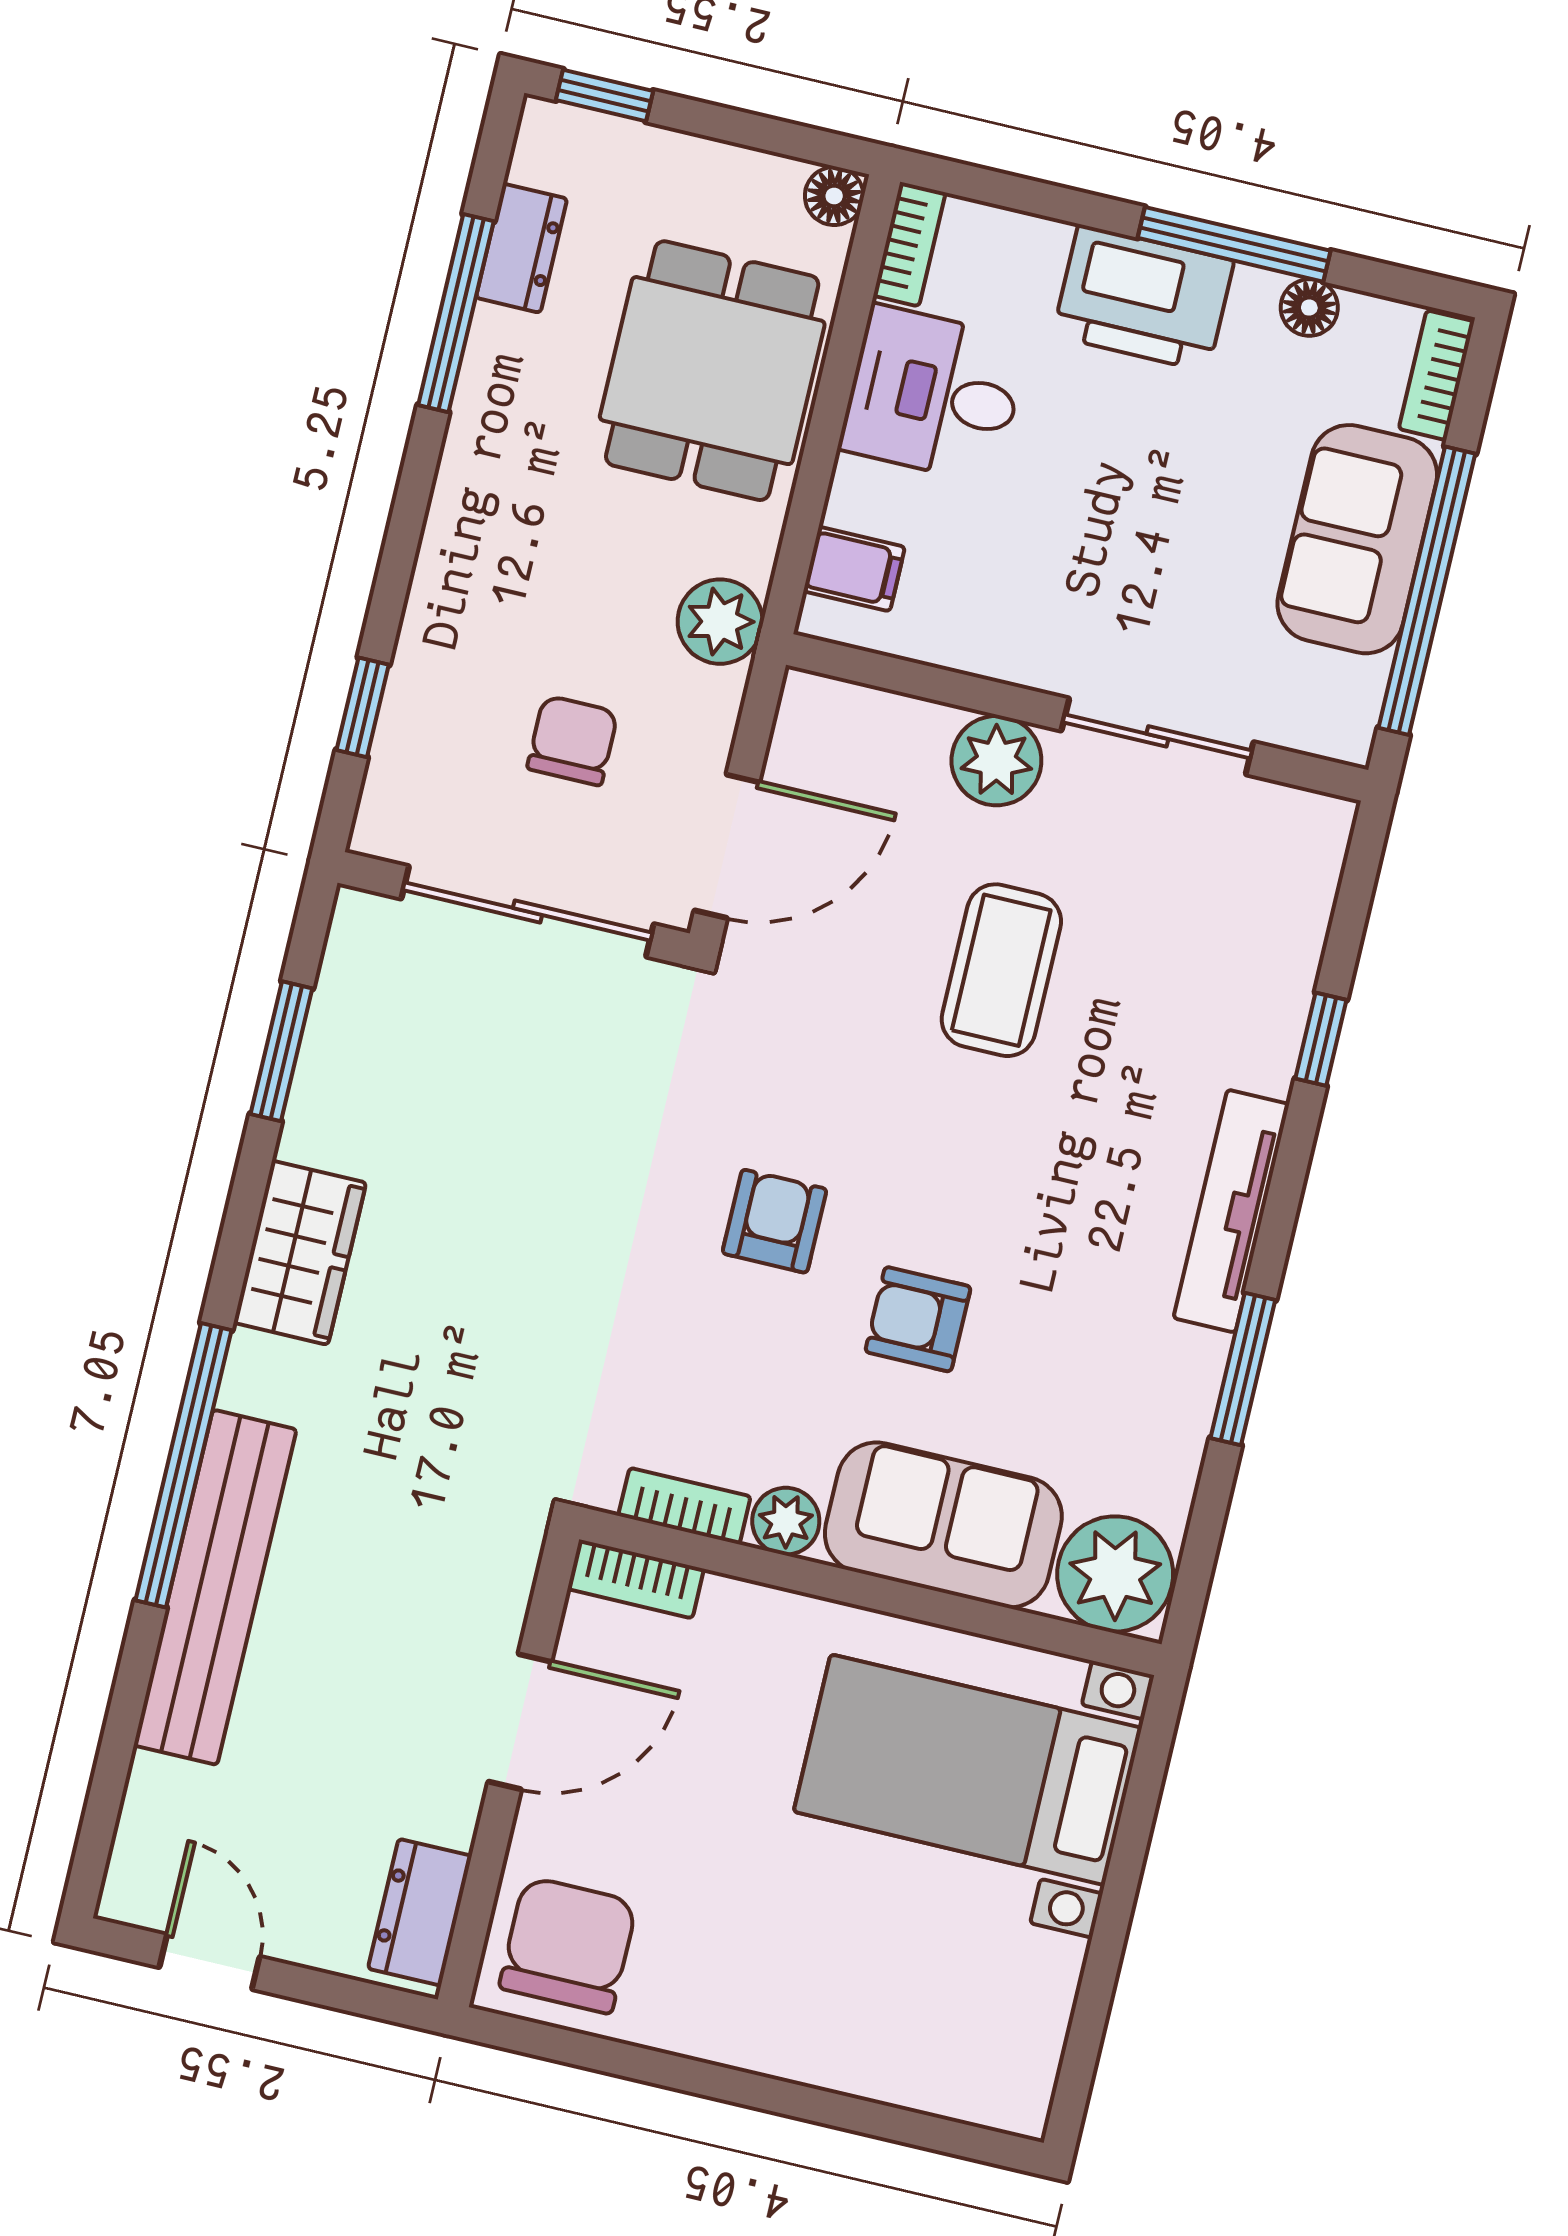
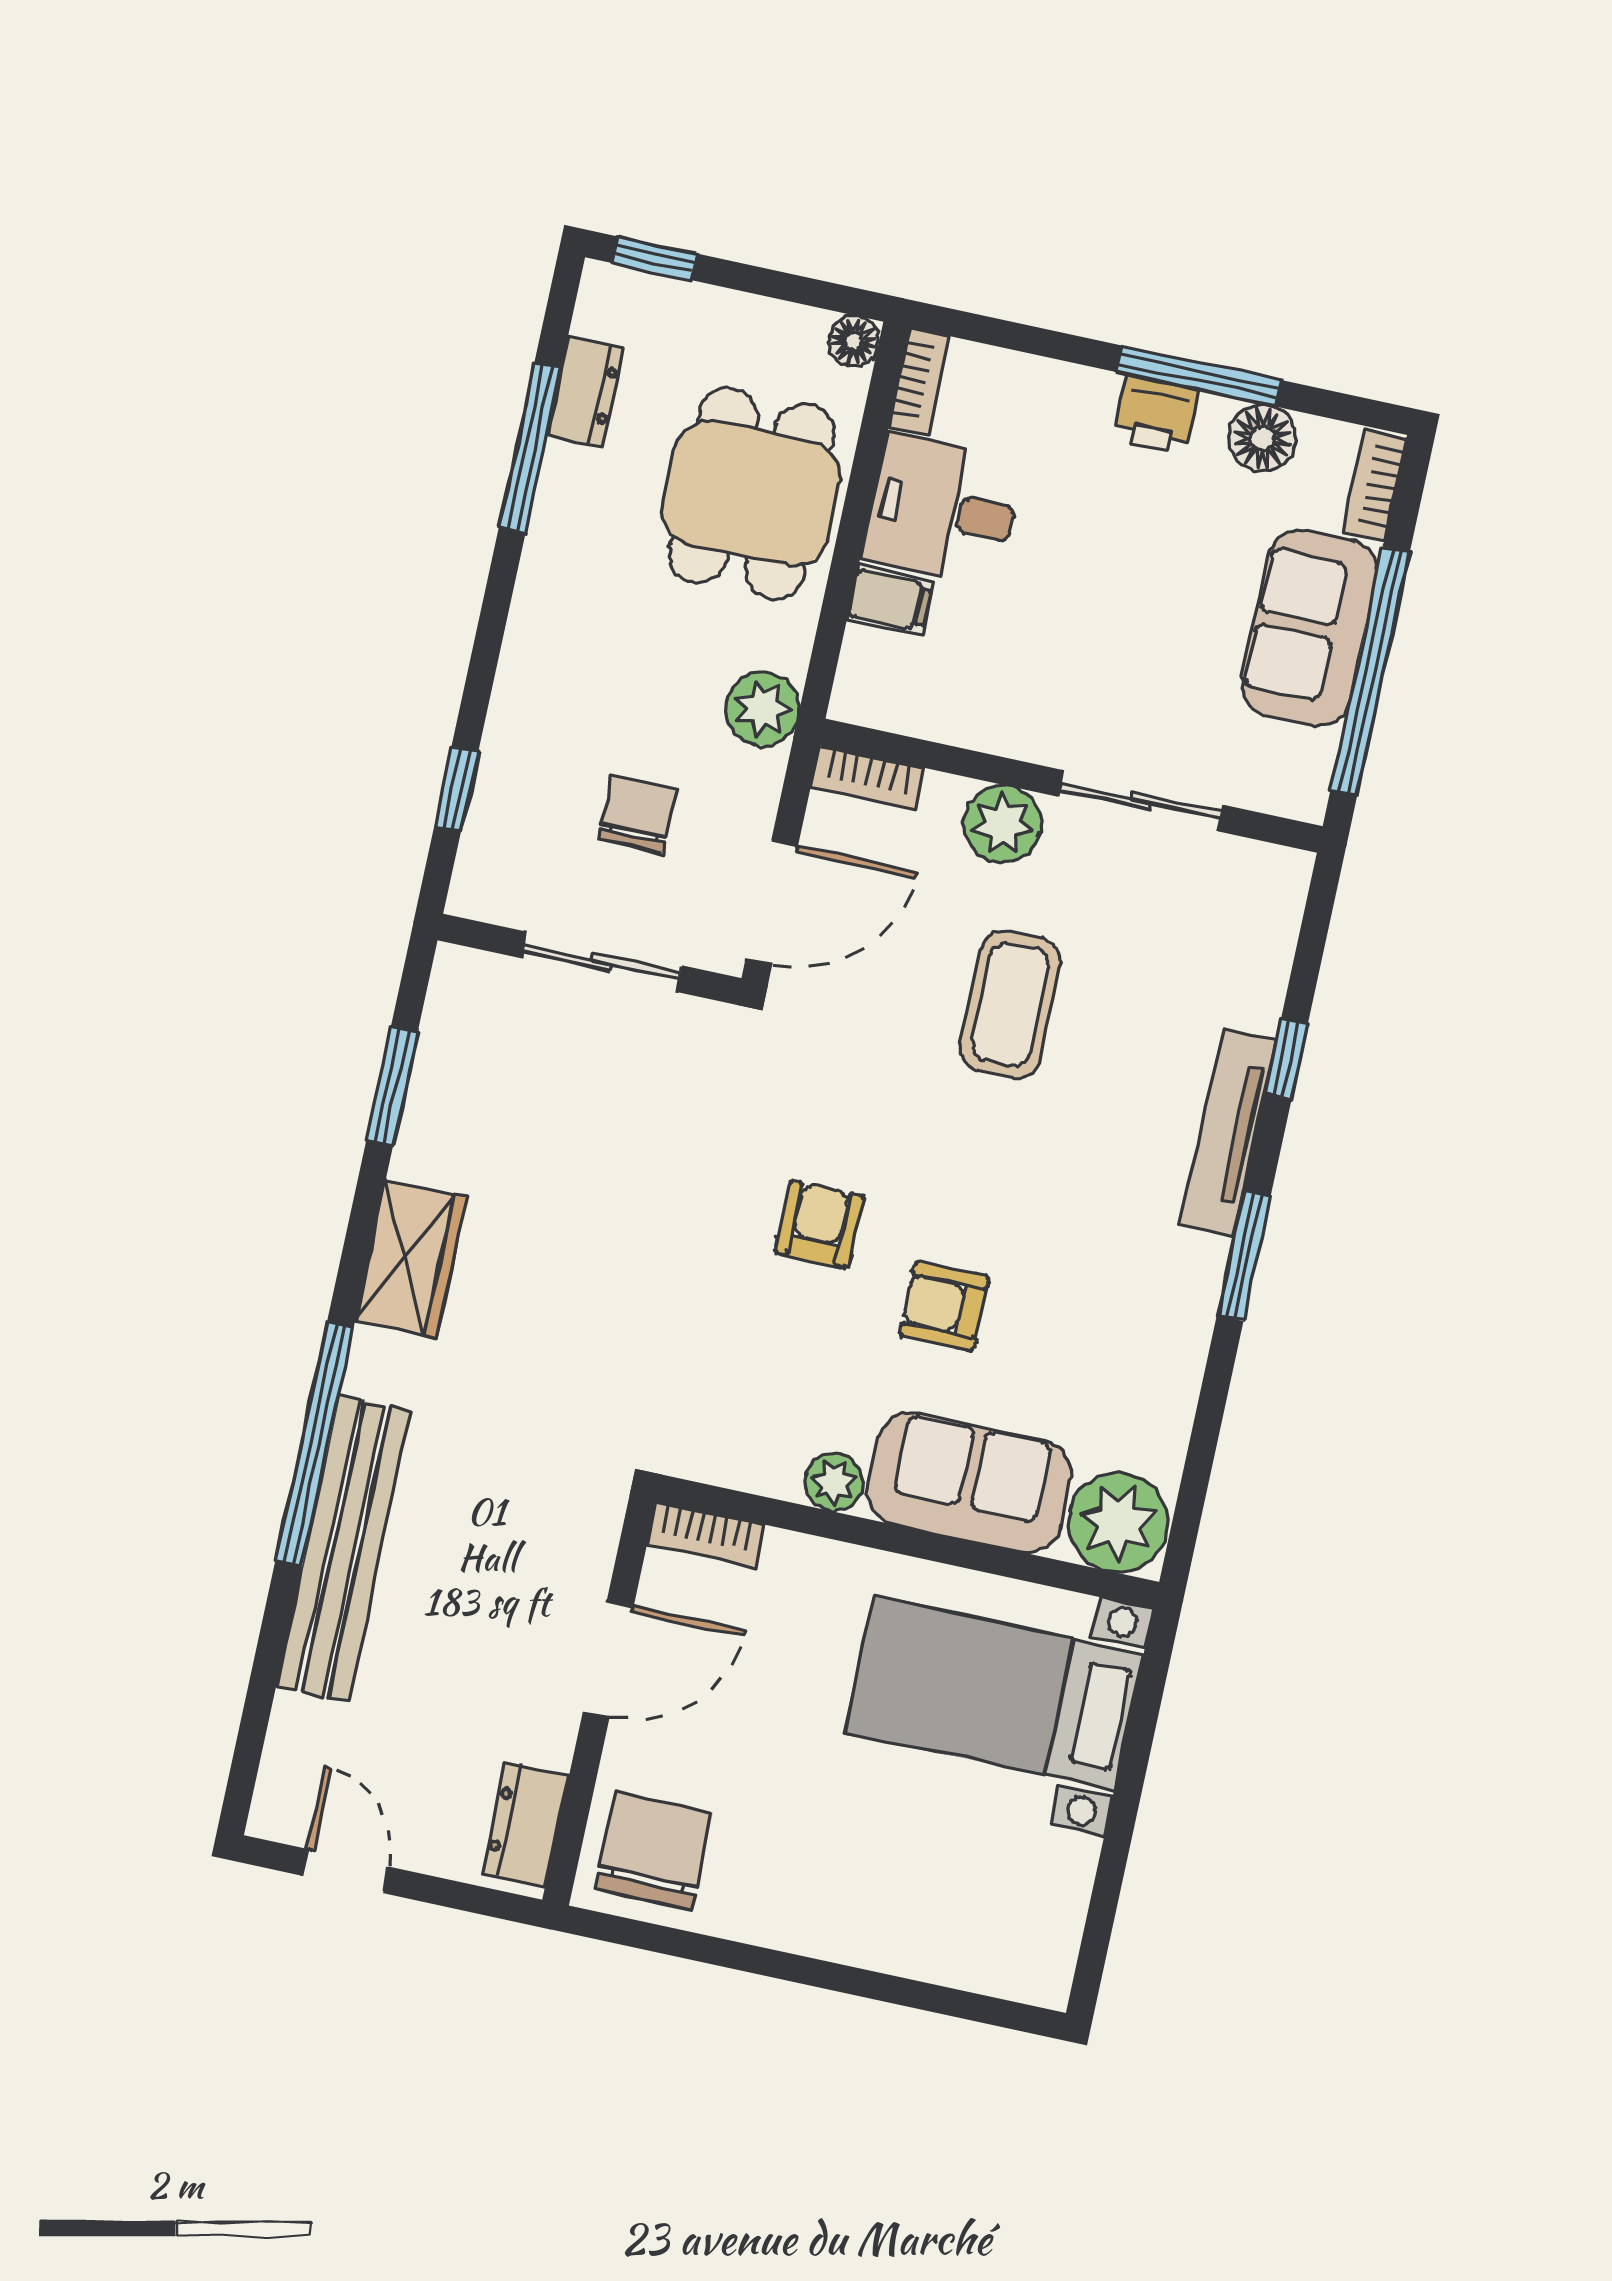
printer: (1143, 298) -> (1156, 415), width x0.53, depth x0.68
floor lamp: (1309, 308) -> (1262, 438), width x1.37, depth x1.37
filing cabinet: (854, 569) -> (890, 600), moved
sliding door: (528, 911) -> (601, 962), width x0.73
tv unit: (1231, 1211) -> (1228, 1132), moved
window: (1243, 1369) -> (1244, 1256), moved
bookcase: (684, 1506) -> (868, 777), moved, turned 180

